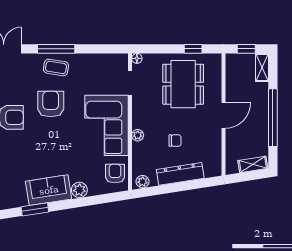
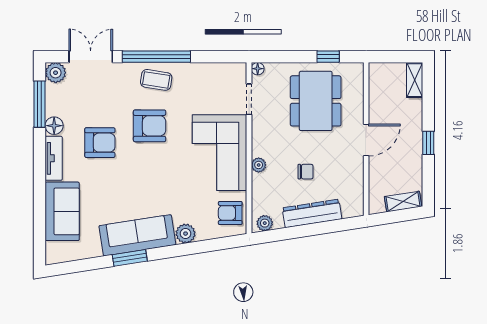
window: (56, 49) -> (156, 57), width x1.46
window: (246, 49) -> (395, 57), removed
armchair: (51, 104) -> (150, 126), turned 90
window: (273, 118) -> (428, 143), width x0.32
armchair: (115, 174) -> (230, 213), turned -90
sofa: (49, 190) -> (137, 235), width x1.36

